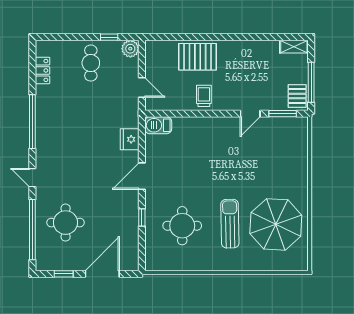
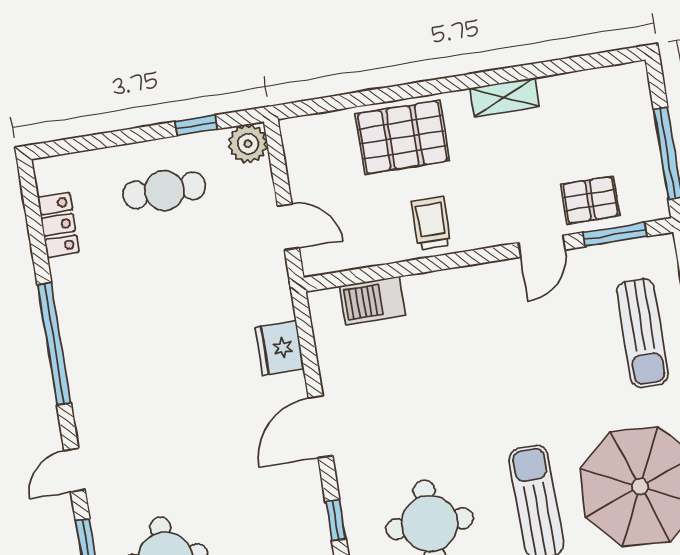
shelving: (294, 47) -> (504, 97), moved
cafe table: (91, 63) -> (164, 190), turned 90
pallet: (297, 96) -> (590, 200), moved, turned 90
barbecue: (158, 125) -> (372, 301), moved
sun lounger: (288, 158) -> (643, 333), added
door: (32, 178) -> (75, 470), hinge flipped

